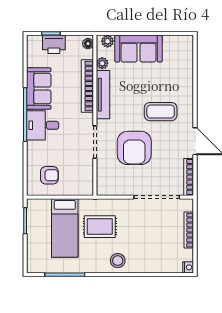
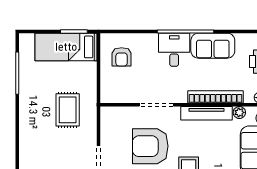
bed: (65, 228) -> (66, 47), moved
stool: (118, 261) -> (32, 129), removed

